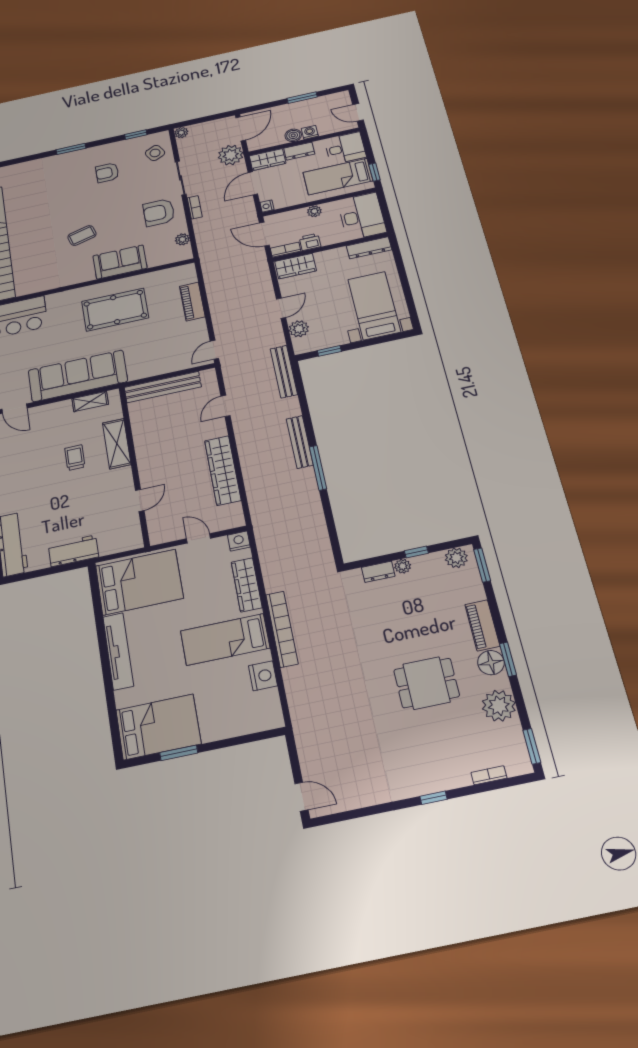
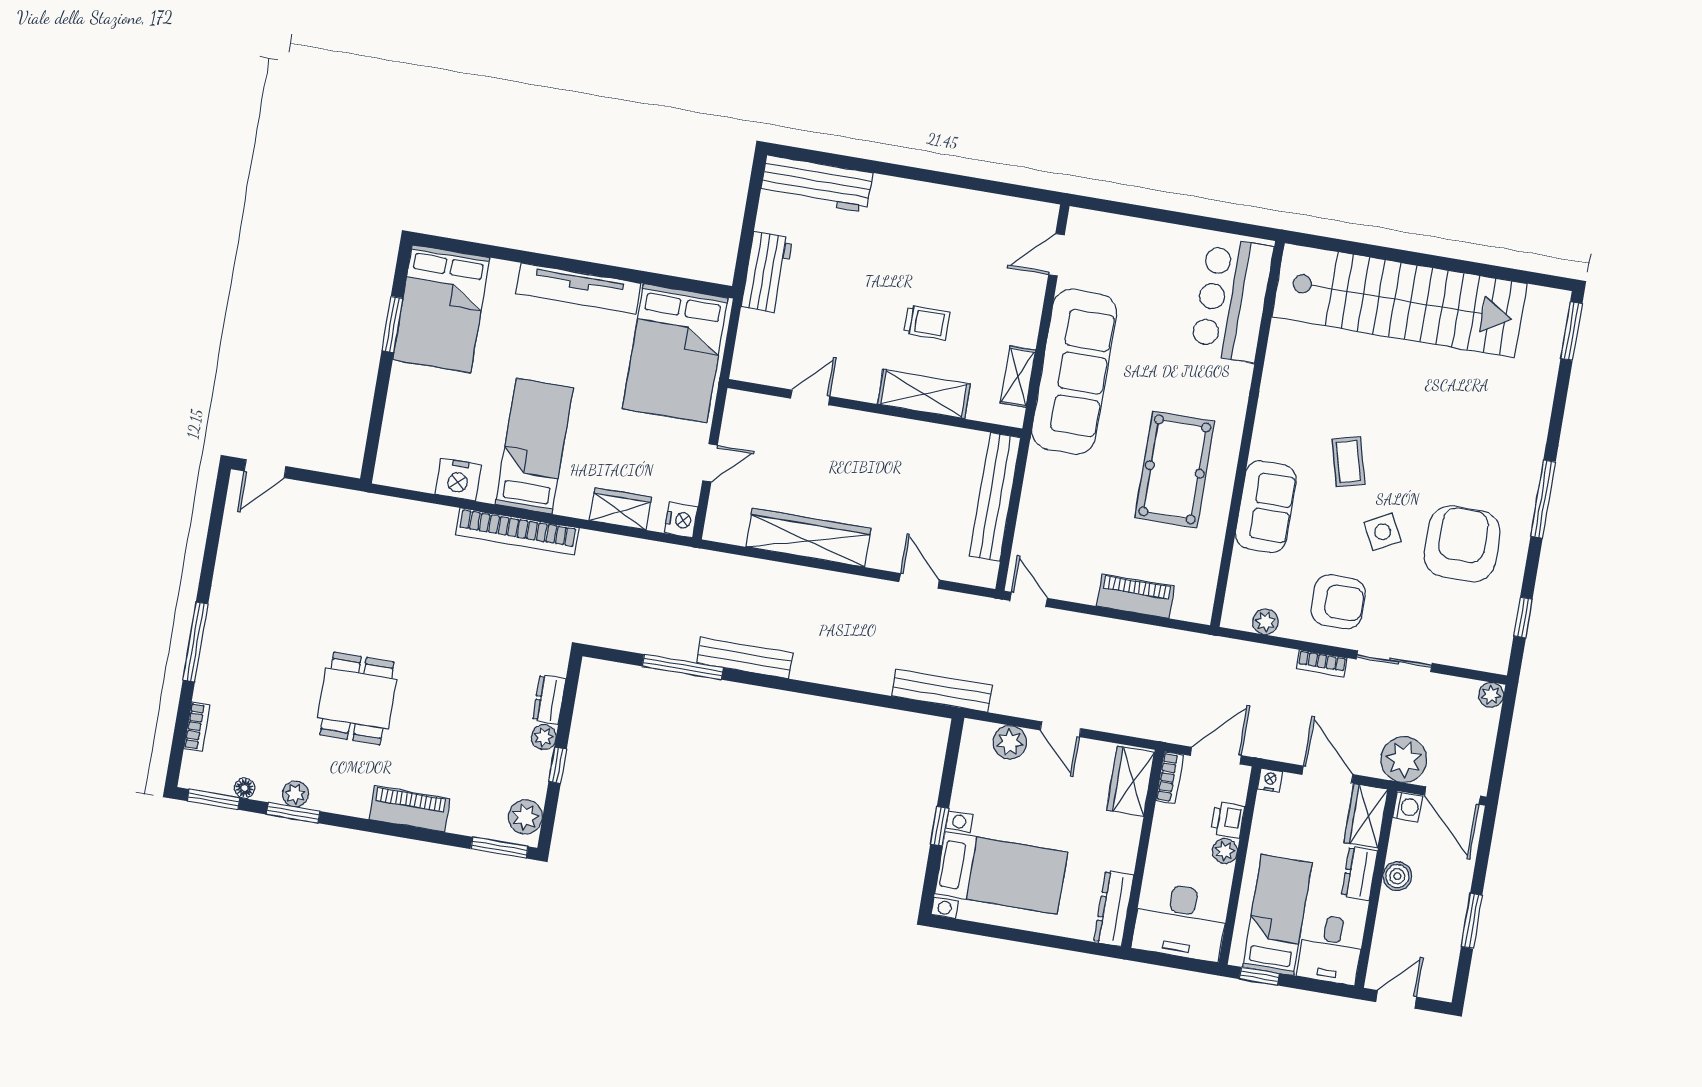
washing machine: (310, 132) -> (1408, 807), moved
window: (71, 149) -> (1543, 499), width x1.44
side table: (155, 153) -> (1383, 532), moved
armchair: (107, 173) -> (1462, 544), width x1.88, depth x1.88
armchair: (159, 212) -> (1338, 602), turned 90
printer: (310, 242) -> (1228, 820), moved, turned 180
window: (329, 351) -> (940, 826), moved
bench: (300, 442) -> (745, 658), moved
window: (318, 468) -> (683, 667), moved
door: (140, 500) -> (810, 397), swing flipped
wardrobe: (247, 585) -> (620, 509), width x0.67
window: (508, 659) -> (293, 813), moved
floor lamp: (491, 663) -> (245, 788), moved, width x0.53, depth x0.53
plant: (499, 706) -> (295, 794), width x0.53, depth x0.53
window: (434, 798) -> (195, 642), width x2.17

